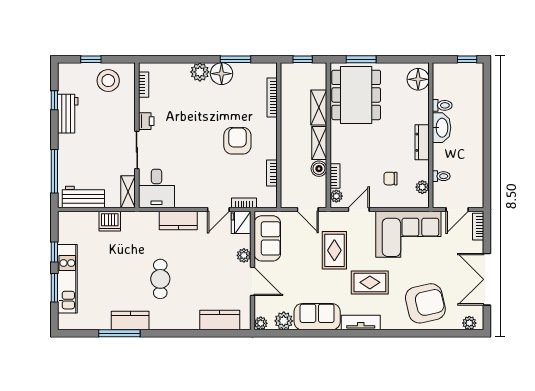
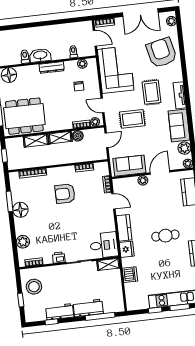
plant: (200, 72) -> (23, 242), moved
workbench: (83, 197) -> (88, 308), moved, turned 90
fridge: (241, 222) -> (127, 249), moved, turned -90

